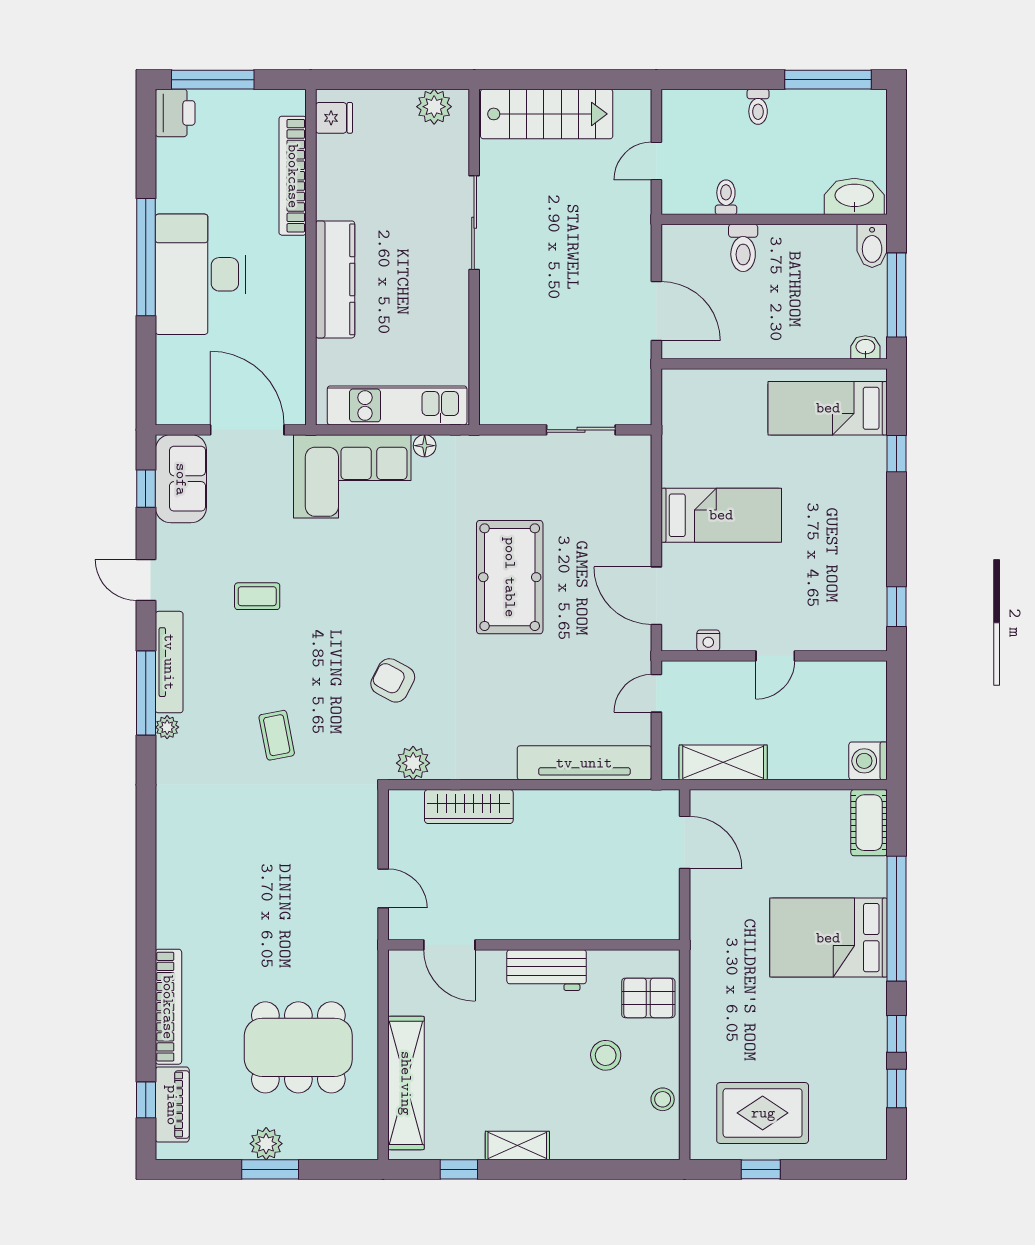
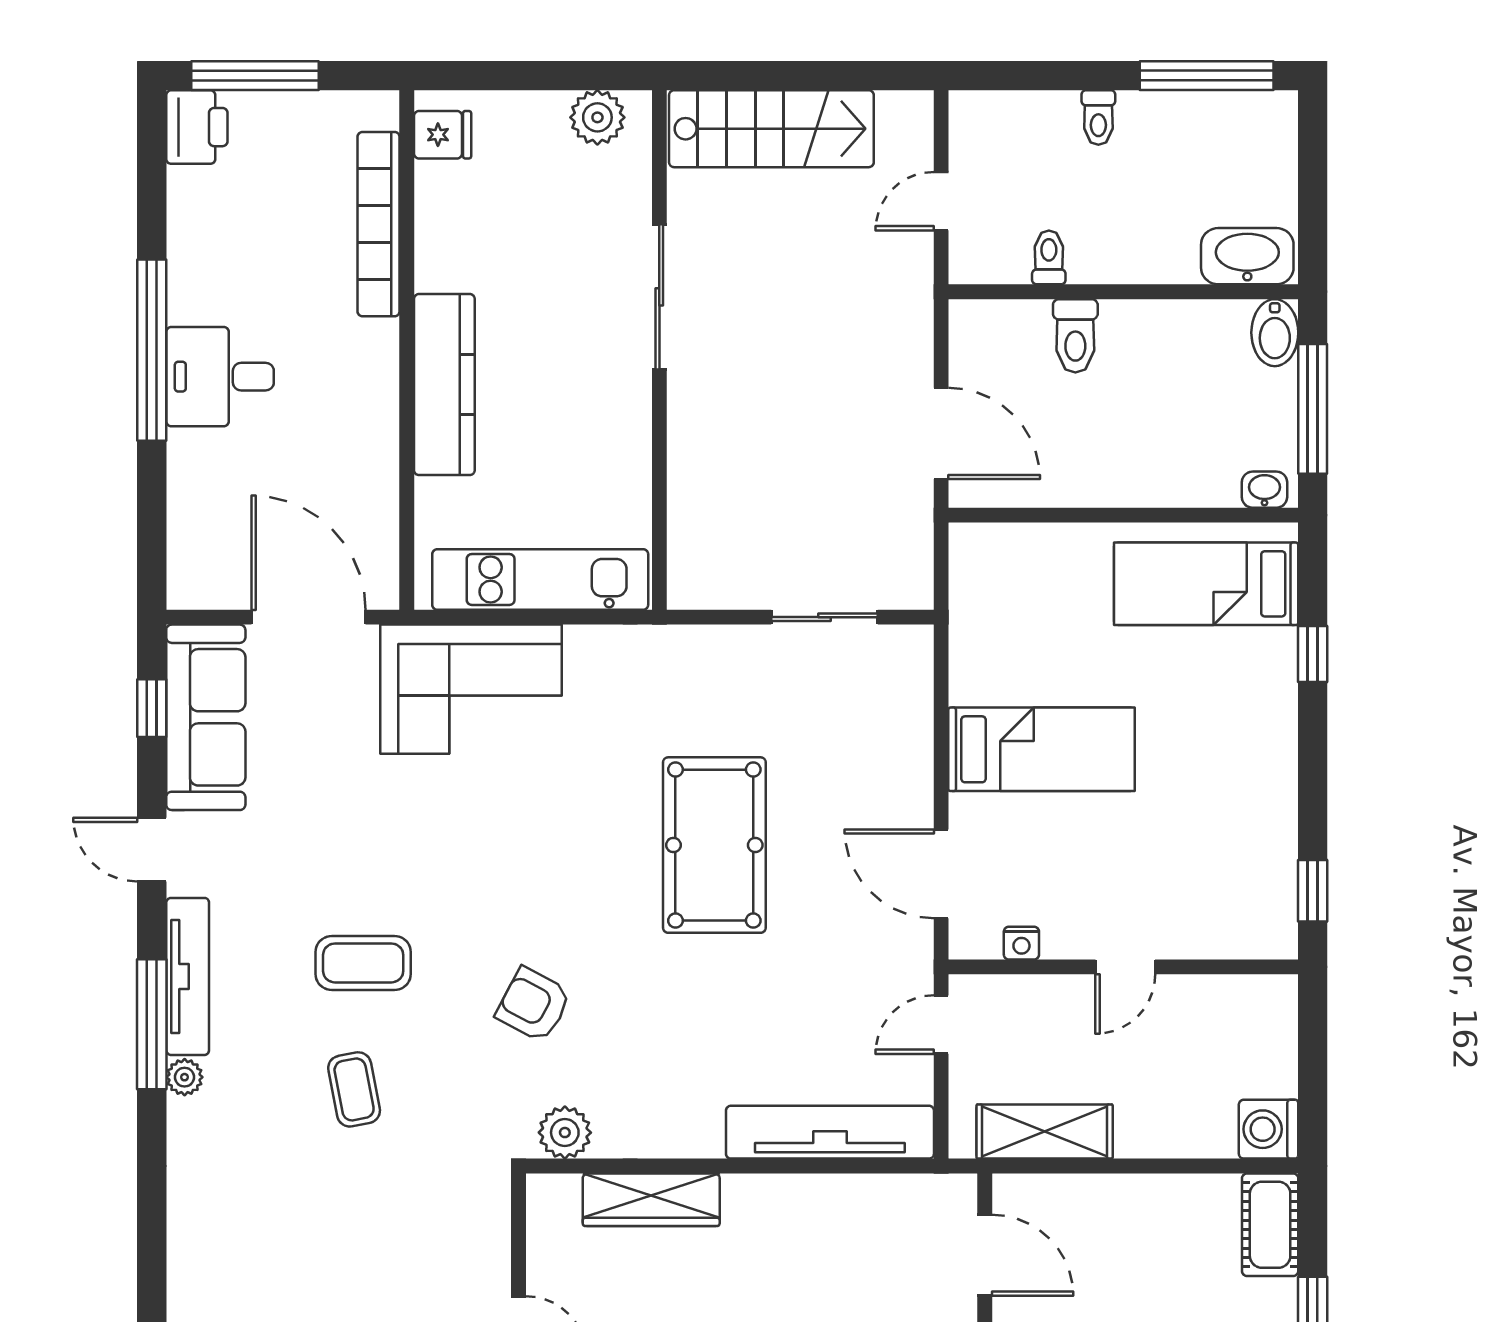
desk: (201, 274) -> (220, 377), width x0.53, depth x0.77
floor lamp: (425, 446) -> (583, 642), removed
sofa: (181, 479) -> (206, 717), width x1.36
coffee table: (257, 596) -> (363, 963), moved, width x1.36, depth x1.30

